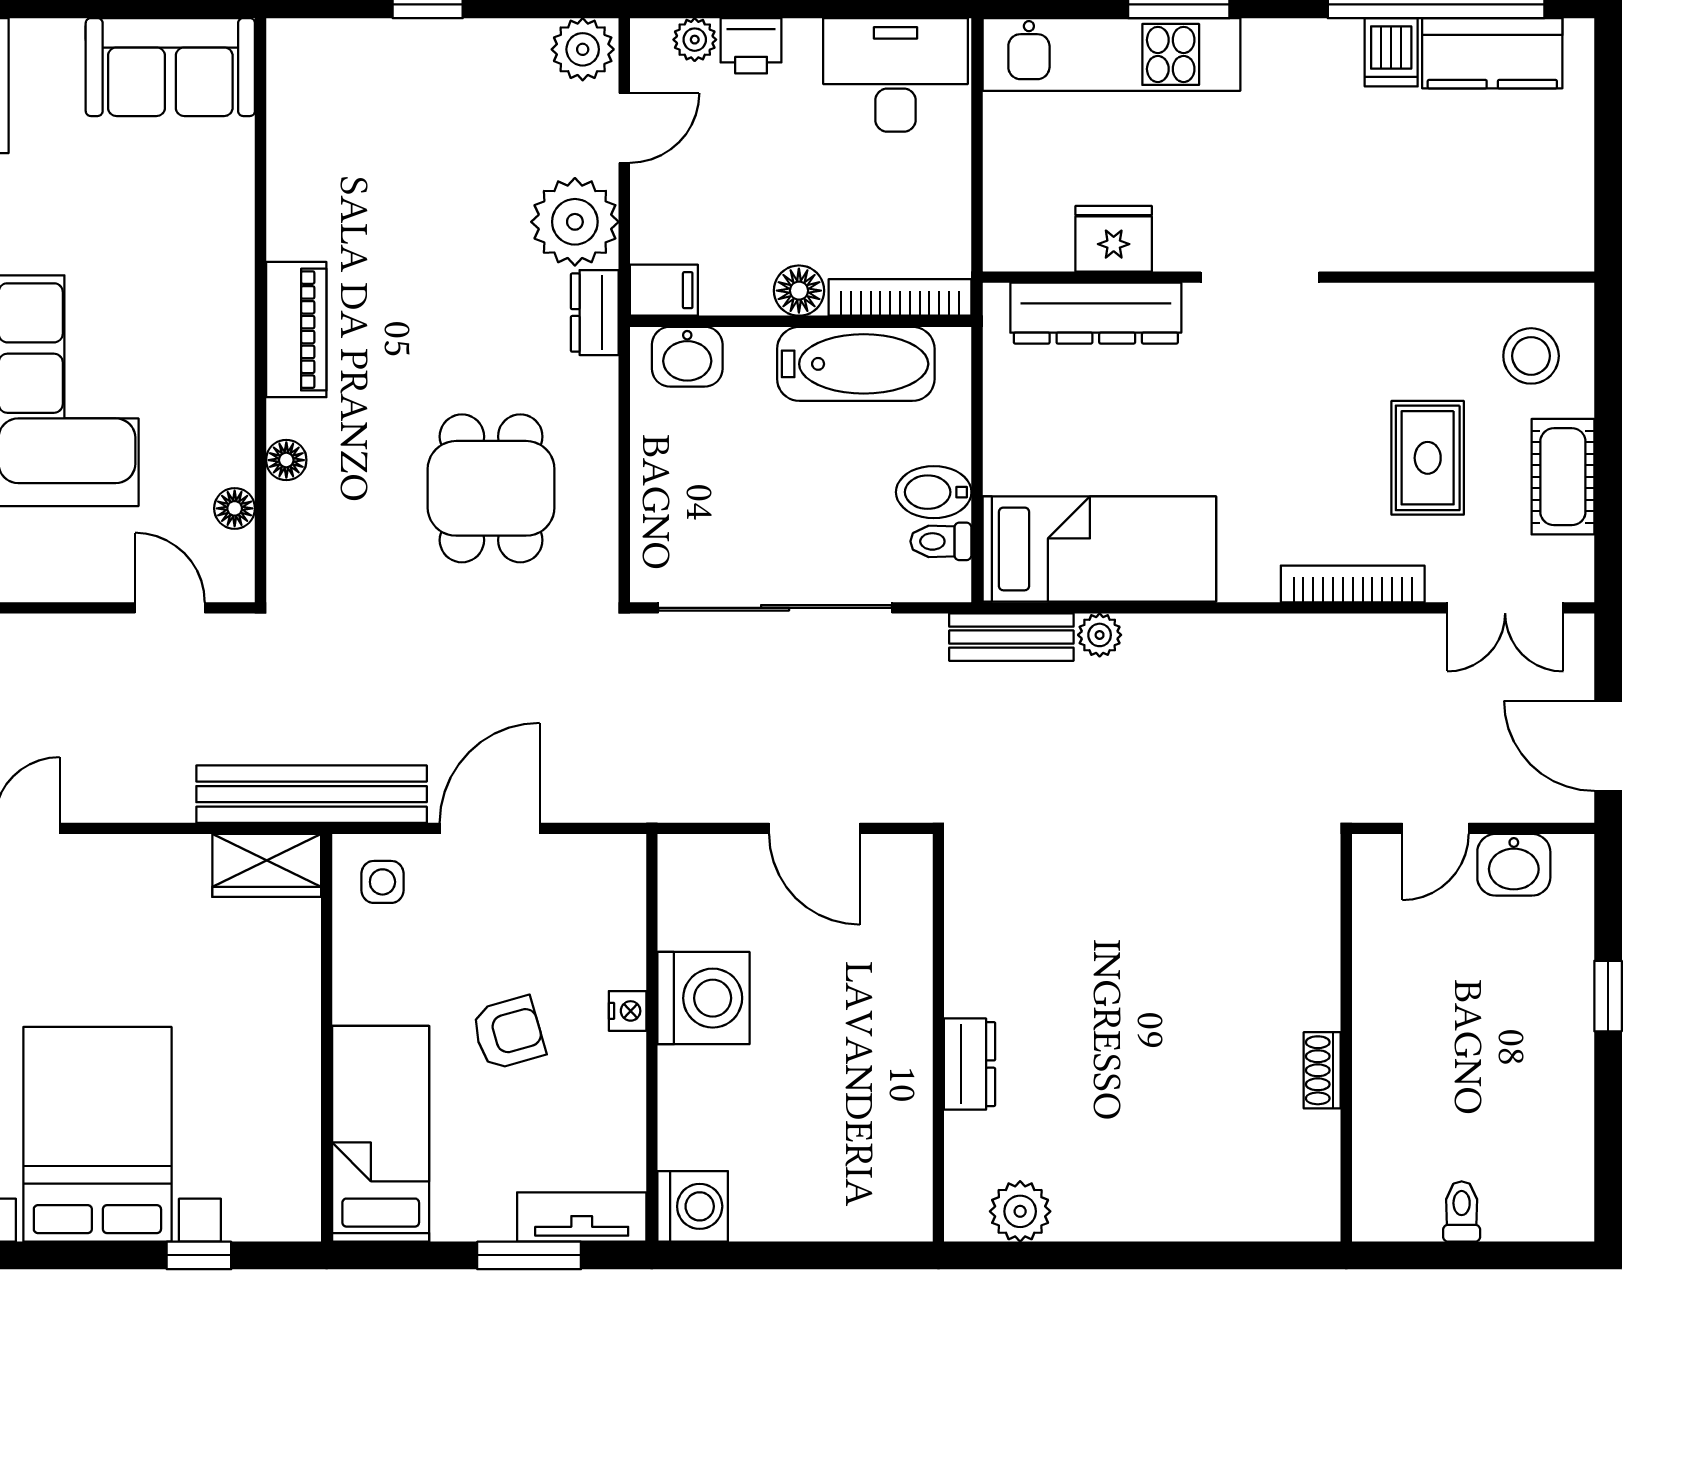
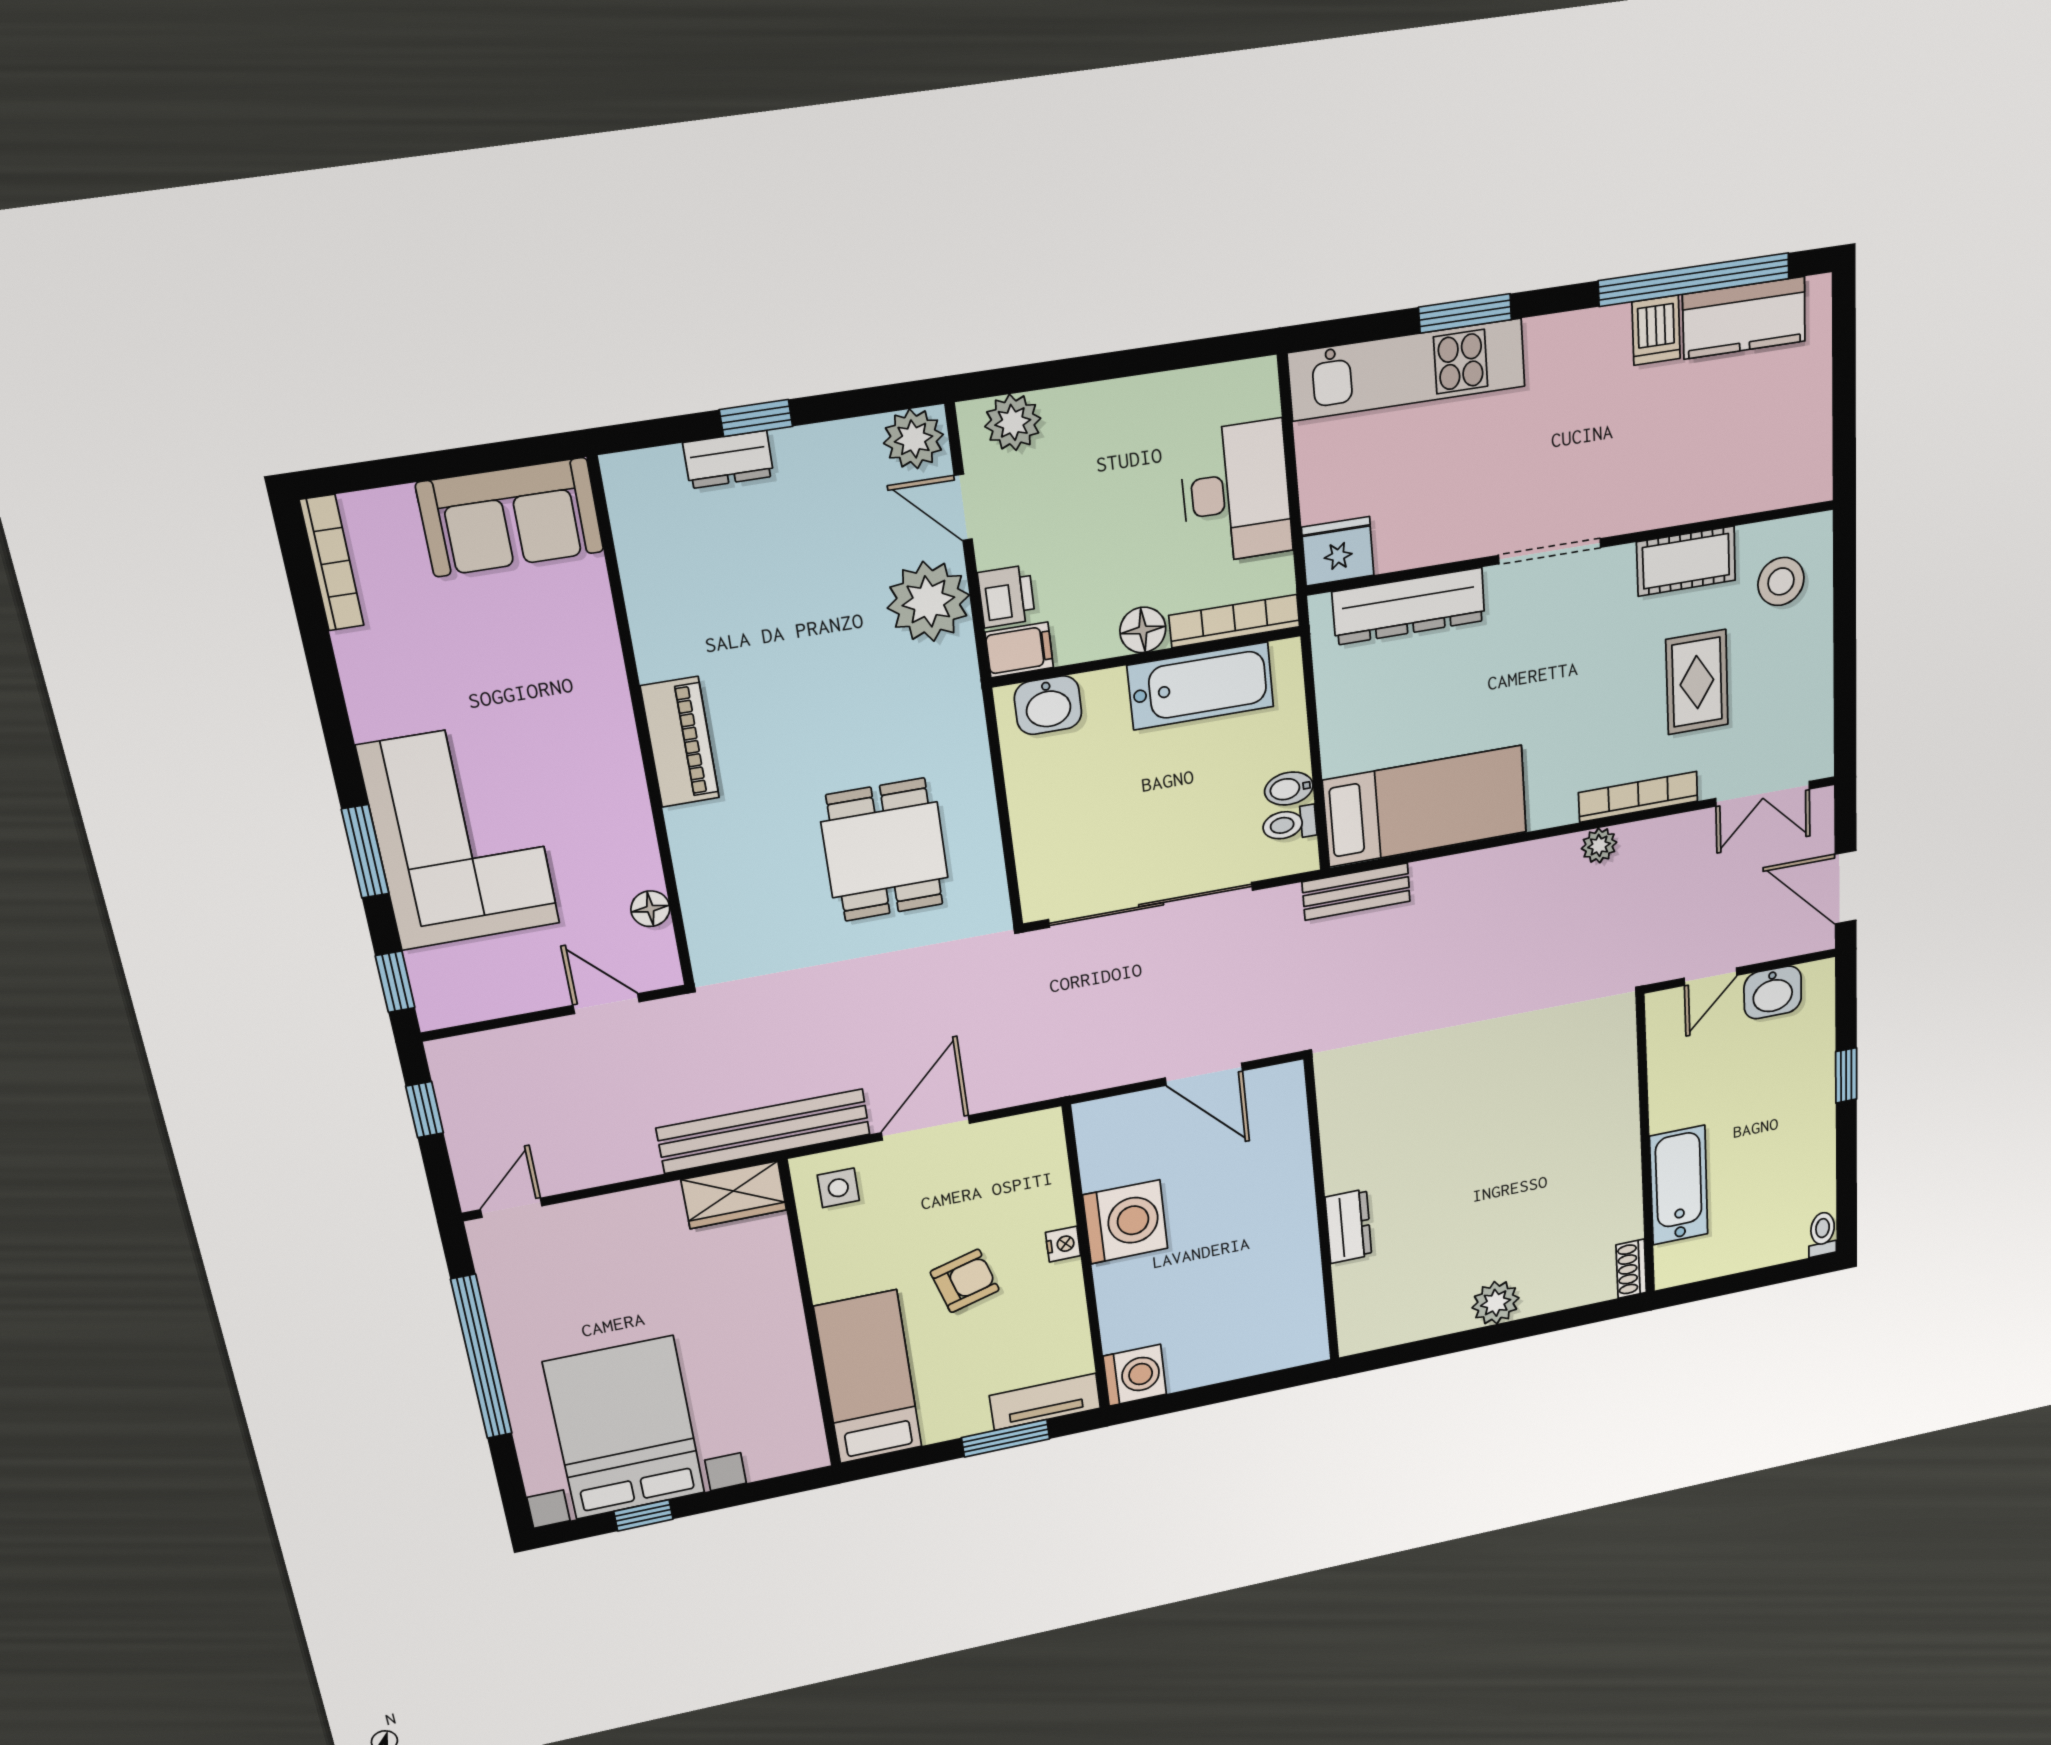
plant: (695, 40) -> (1013, 422), width x1.38, depth x1.38
printer: (751, 46) -> (1006, 596), moved, turned -90
desk: (895, 75) -> (1236, 492), moved, turned 90
door: (624, 128) -> (963, 507), swing flipped
fridge: (1114, 239) -> (1338, 551), moved
dresser: (595, 313) -> (728, 460), moved, turned -90
floor lamp: (286, 460) -> (691, 859), removed
cot: (1563, 477) -> (1686, 561), moved, turned 90
bidet: (934, 492) -> (1289, 789), width x0.72, depth x0.74
plant: (1100, 635) -> (1599, 845), moved
shoe rack: (1322, 1070) -> (1631, 1269), moved
bathtub: (1388, 1101) -> (1679, 1185), added
plant: (1020, 1211) -> (1496, 1303), moved
toilet: (1462, 1211) -> (1823, 1234), moved
window: (199, 1255) -> (643, 1515), moved

